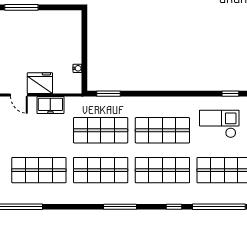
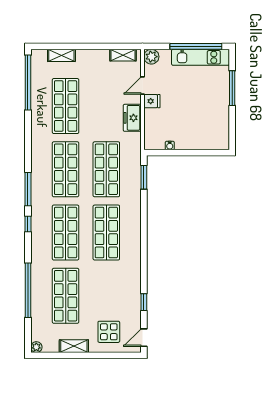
fridge: (40, 83) -> (152, 101), width x0.53, depth x0.75
checkout: (219, 124) -> (113, 291), removed
window: (174, 207) -> (28, 224), moved

